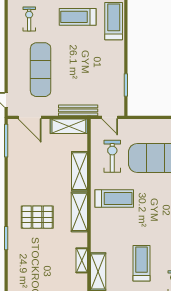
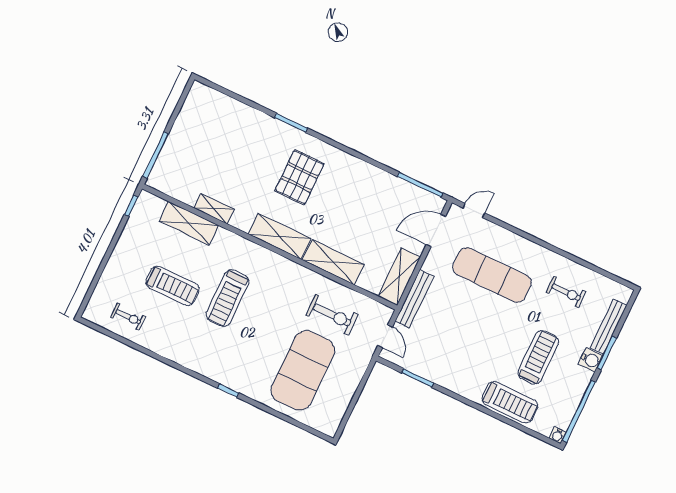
door: (110, 117) -> (385, 336), swing flipped
treadmill: (114, 199) -> (227, 298), moved

